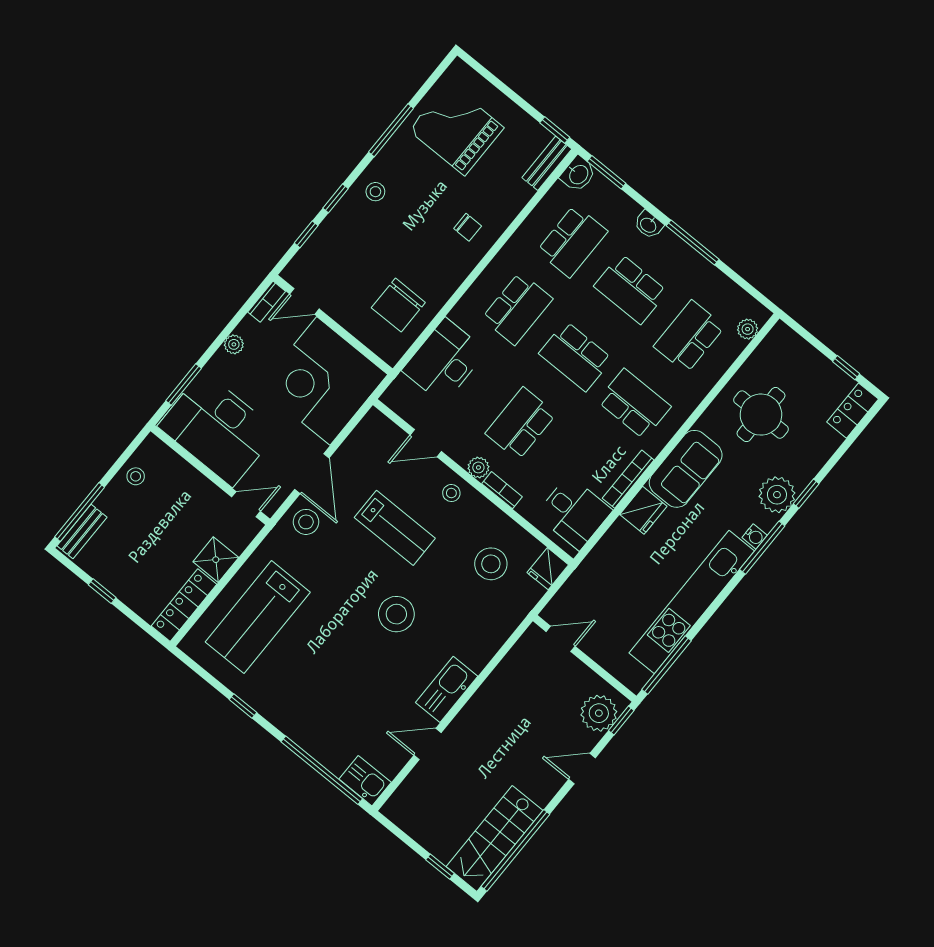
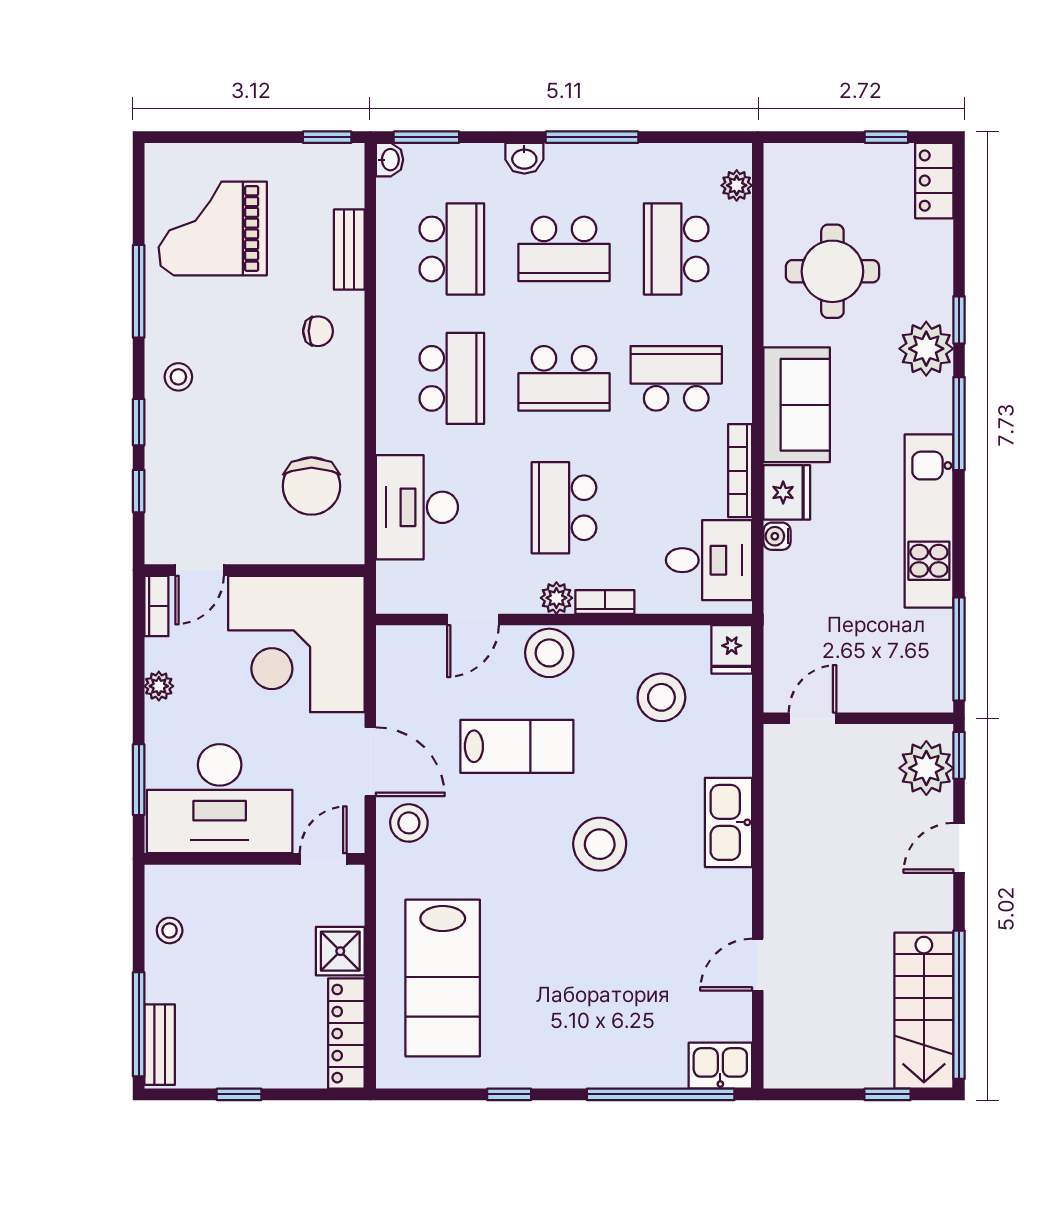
bench: (547, 163) -> (349, 250), moved
washbasin: (578, 174) -> (390, 160), width x0.72, depth x0.69
stool: (451, 493) -> (549, 653), width x1.89, depth x1.89
water cooler: (755, 536) -> (777, 536), moved, turned 180
kitchen unit: (692, 602) -> (929, 521), width x0.73
kitchen sink: (447, 689) -> (728, 822), moved

